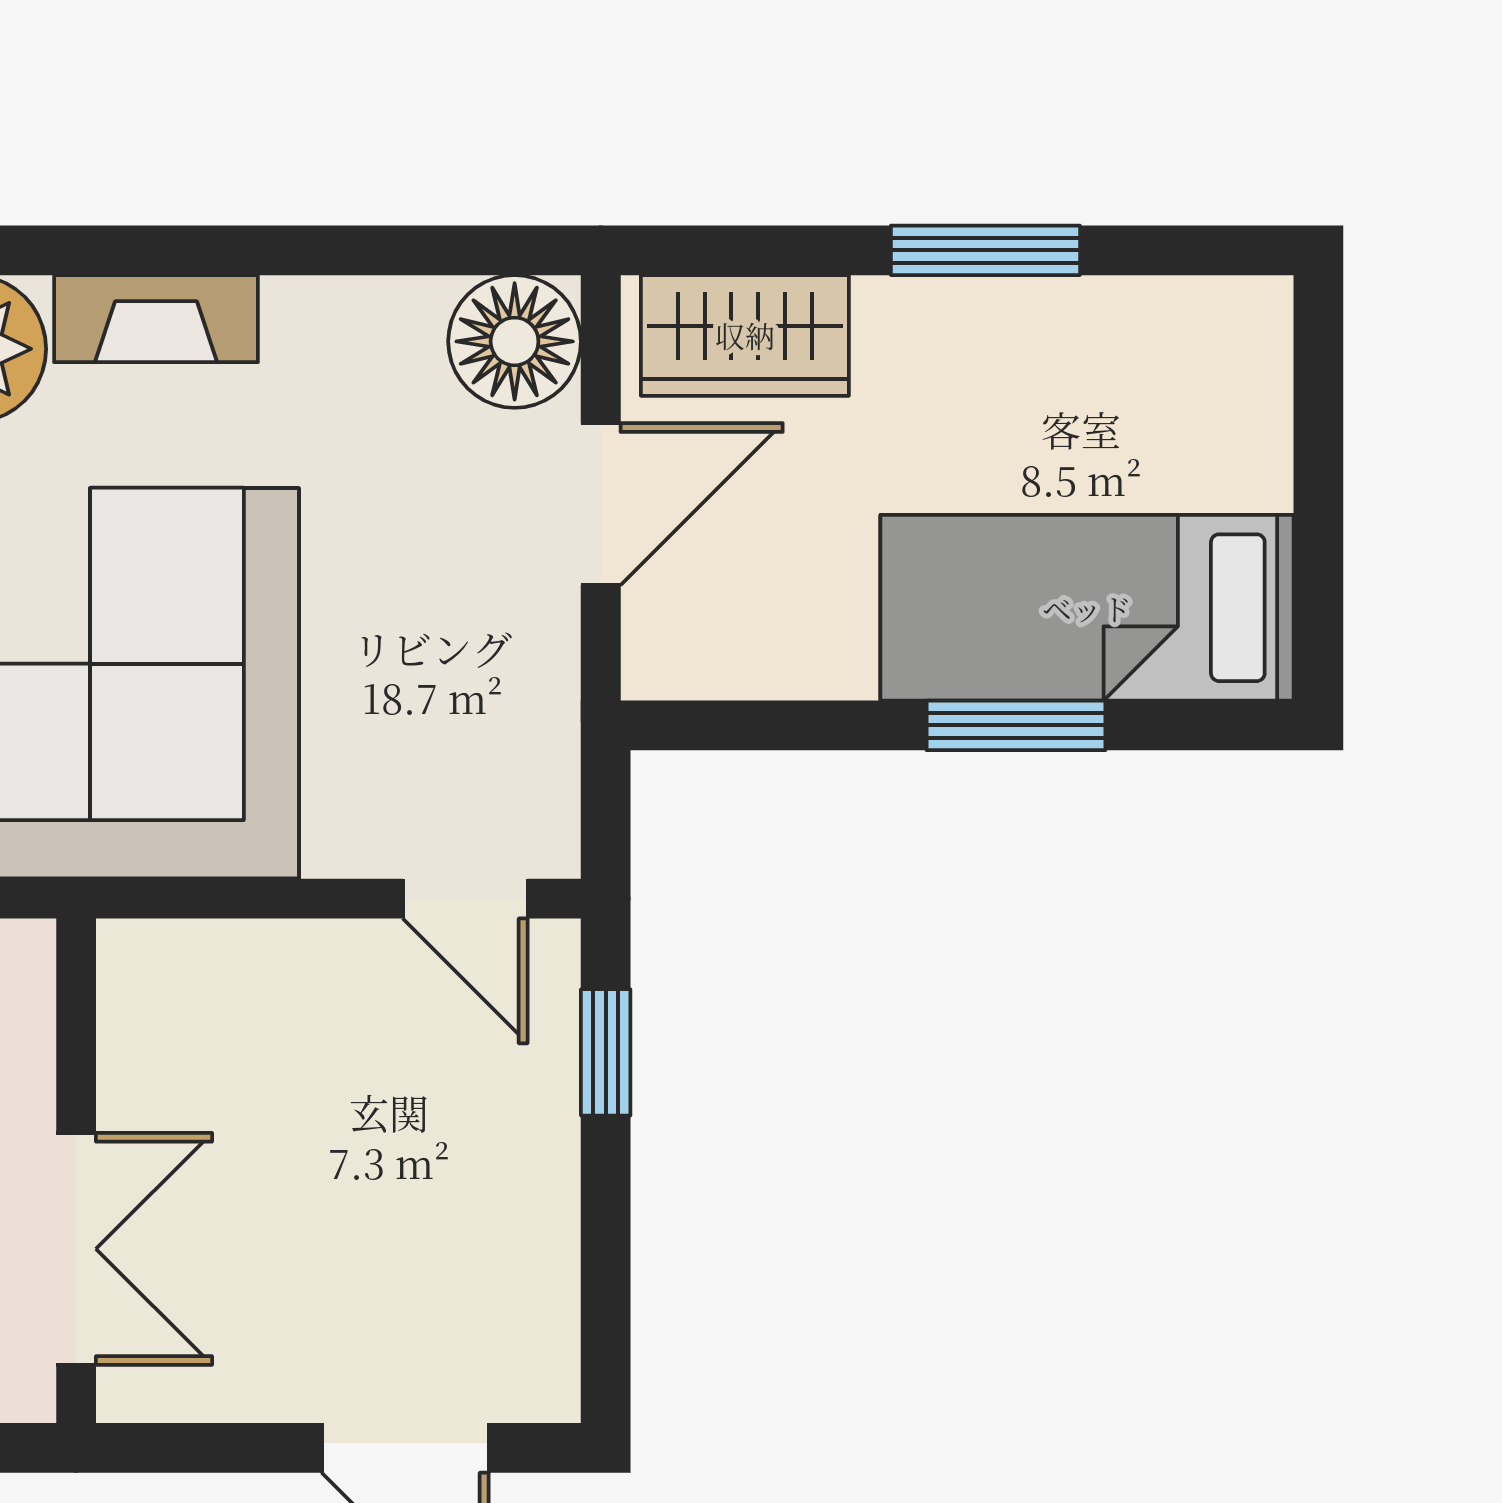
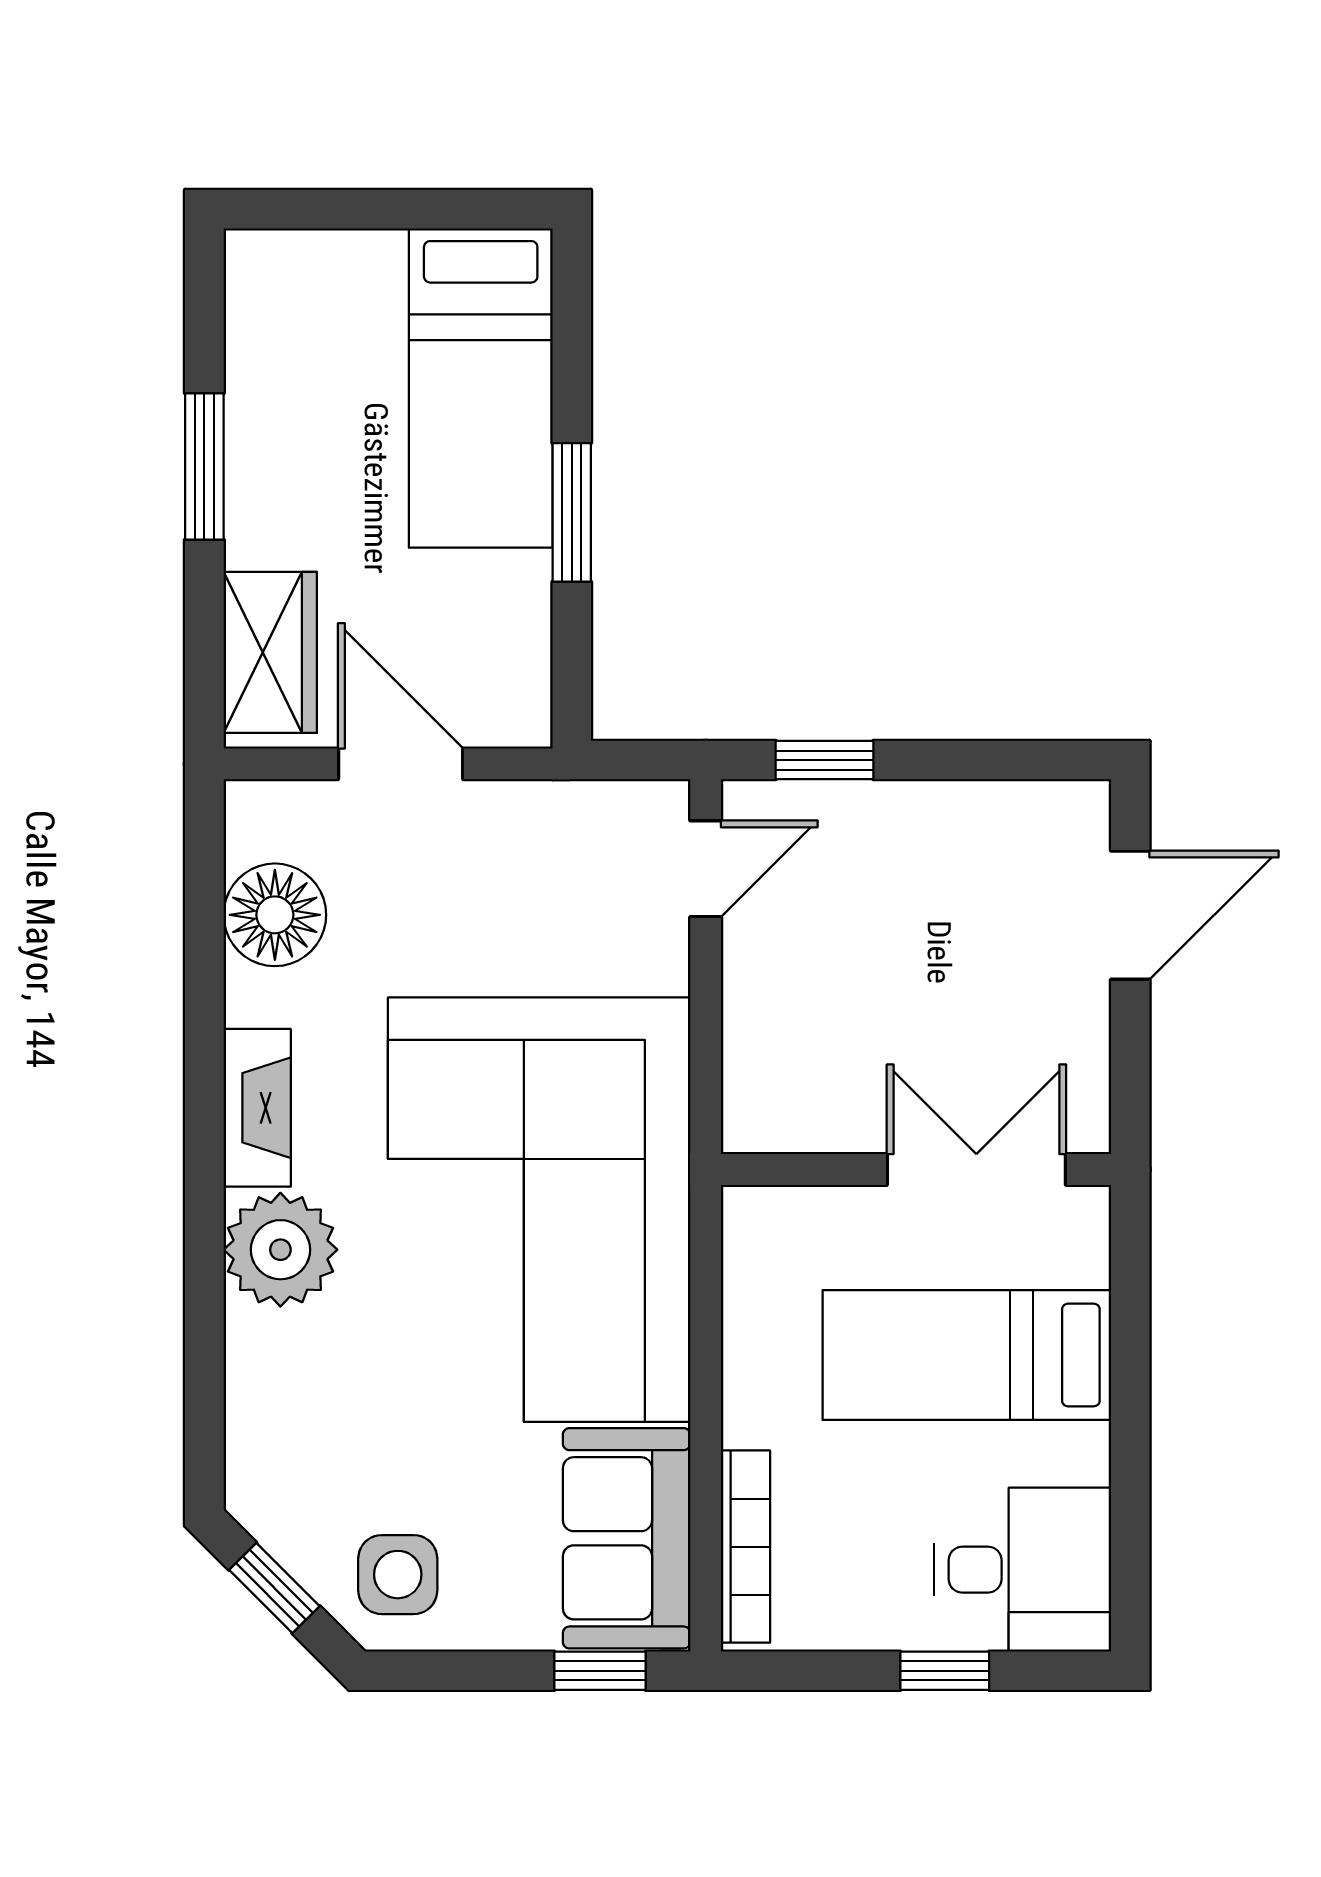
floor lamp: (515, 341) -> (275, 915), moved
window: (1016, 725) -> (572, 512), moved

